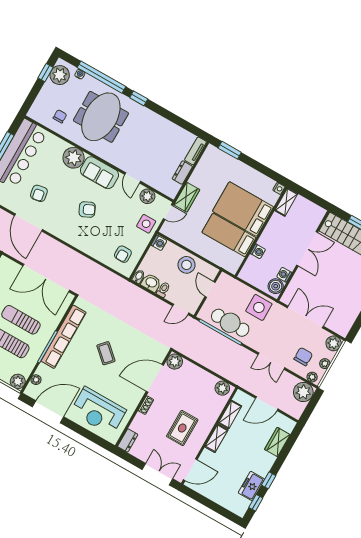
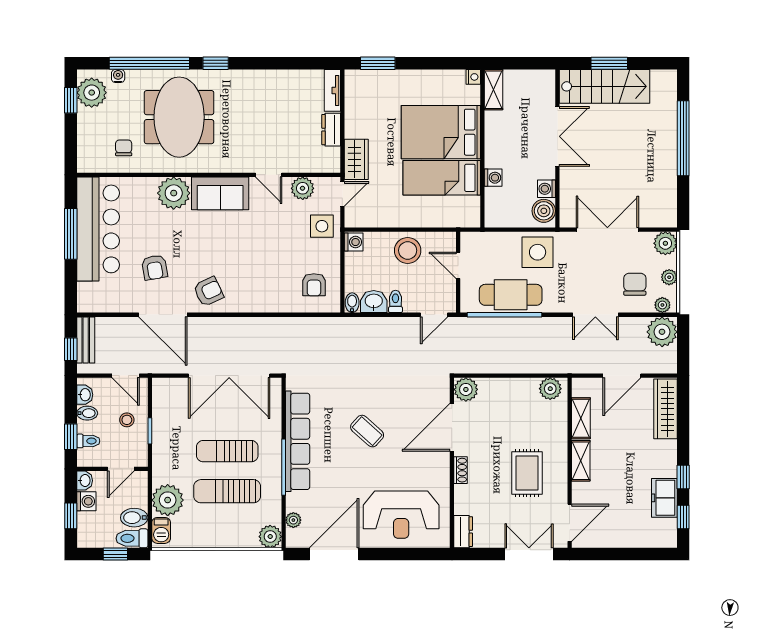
armchair: (87, 210) -> (208, 292), moved
wardrobe: (277, 442) -> (665, 409), width x1.50

